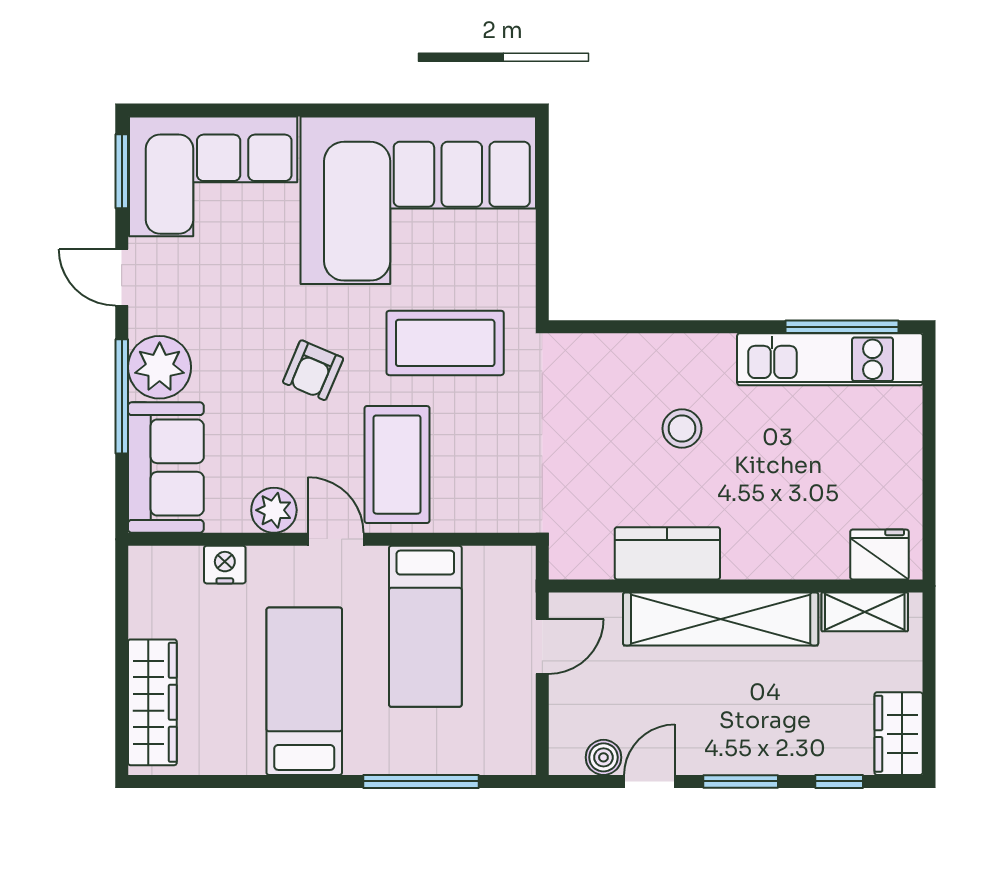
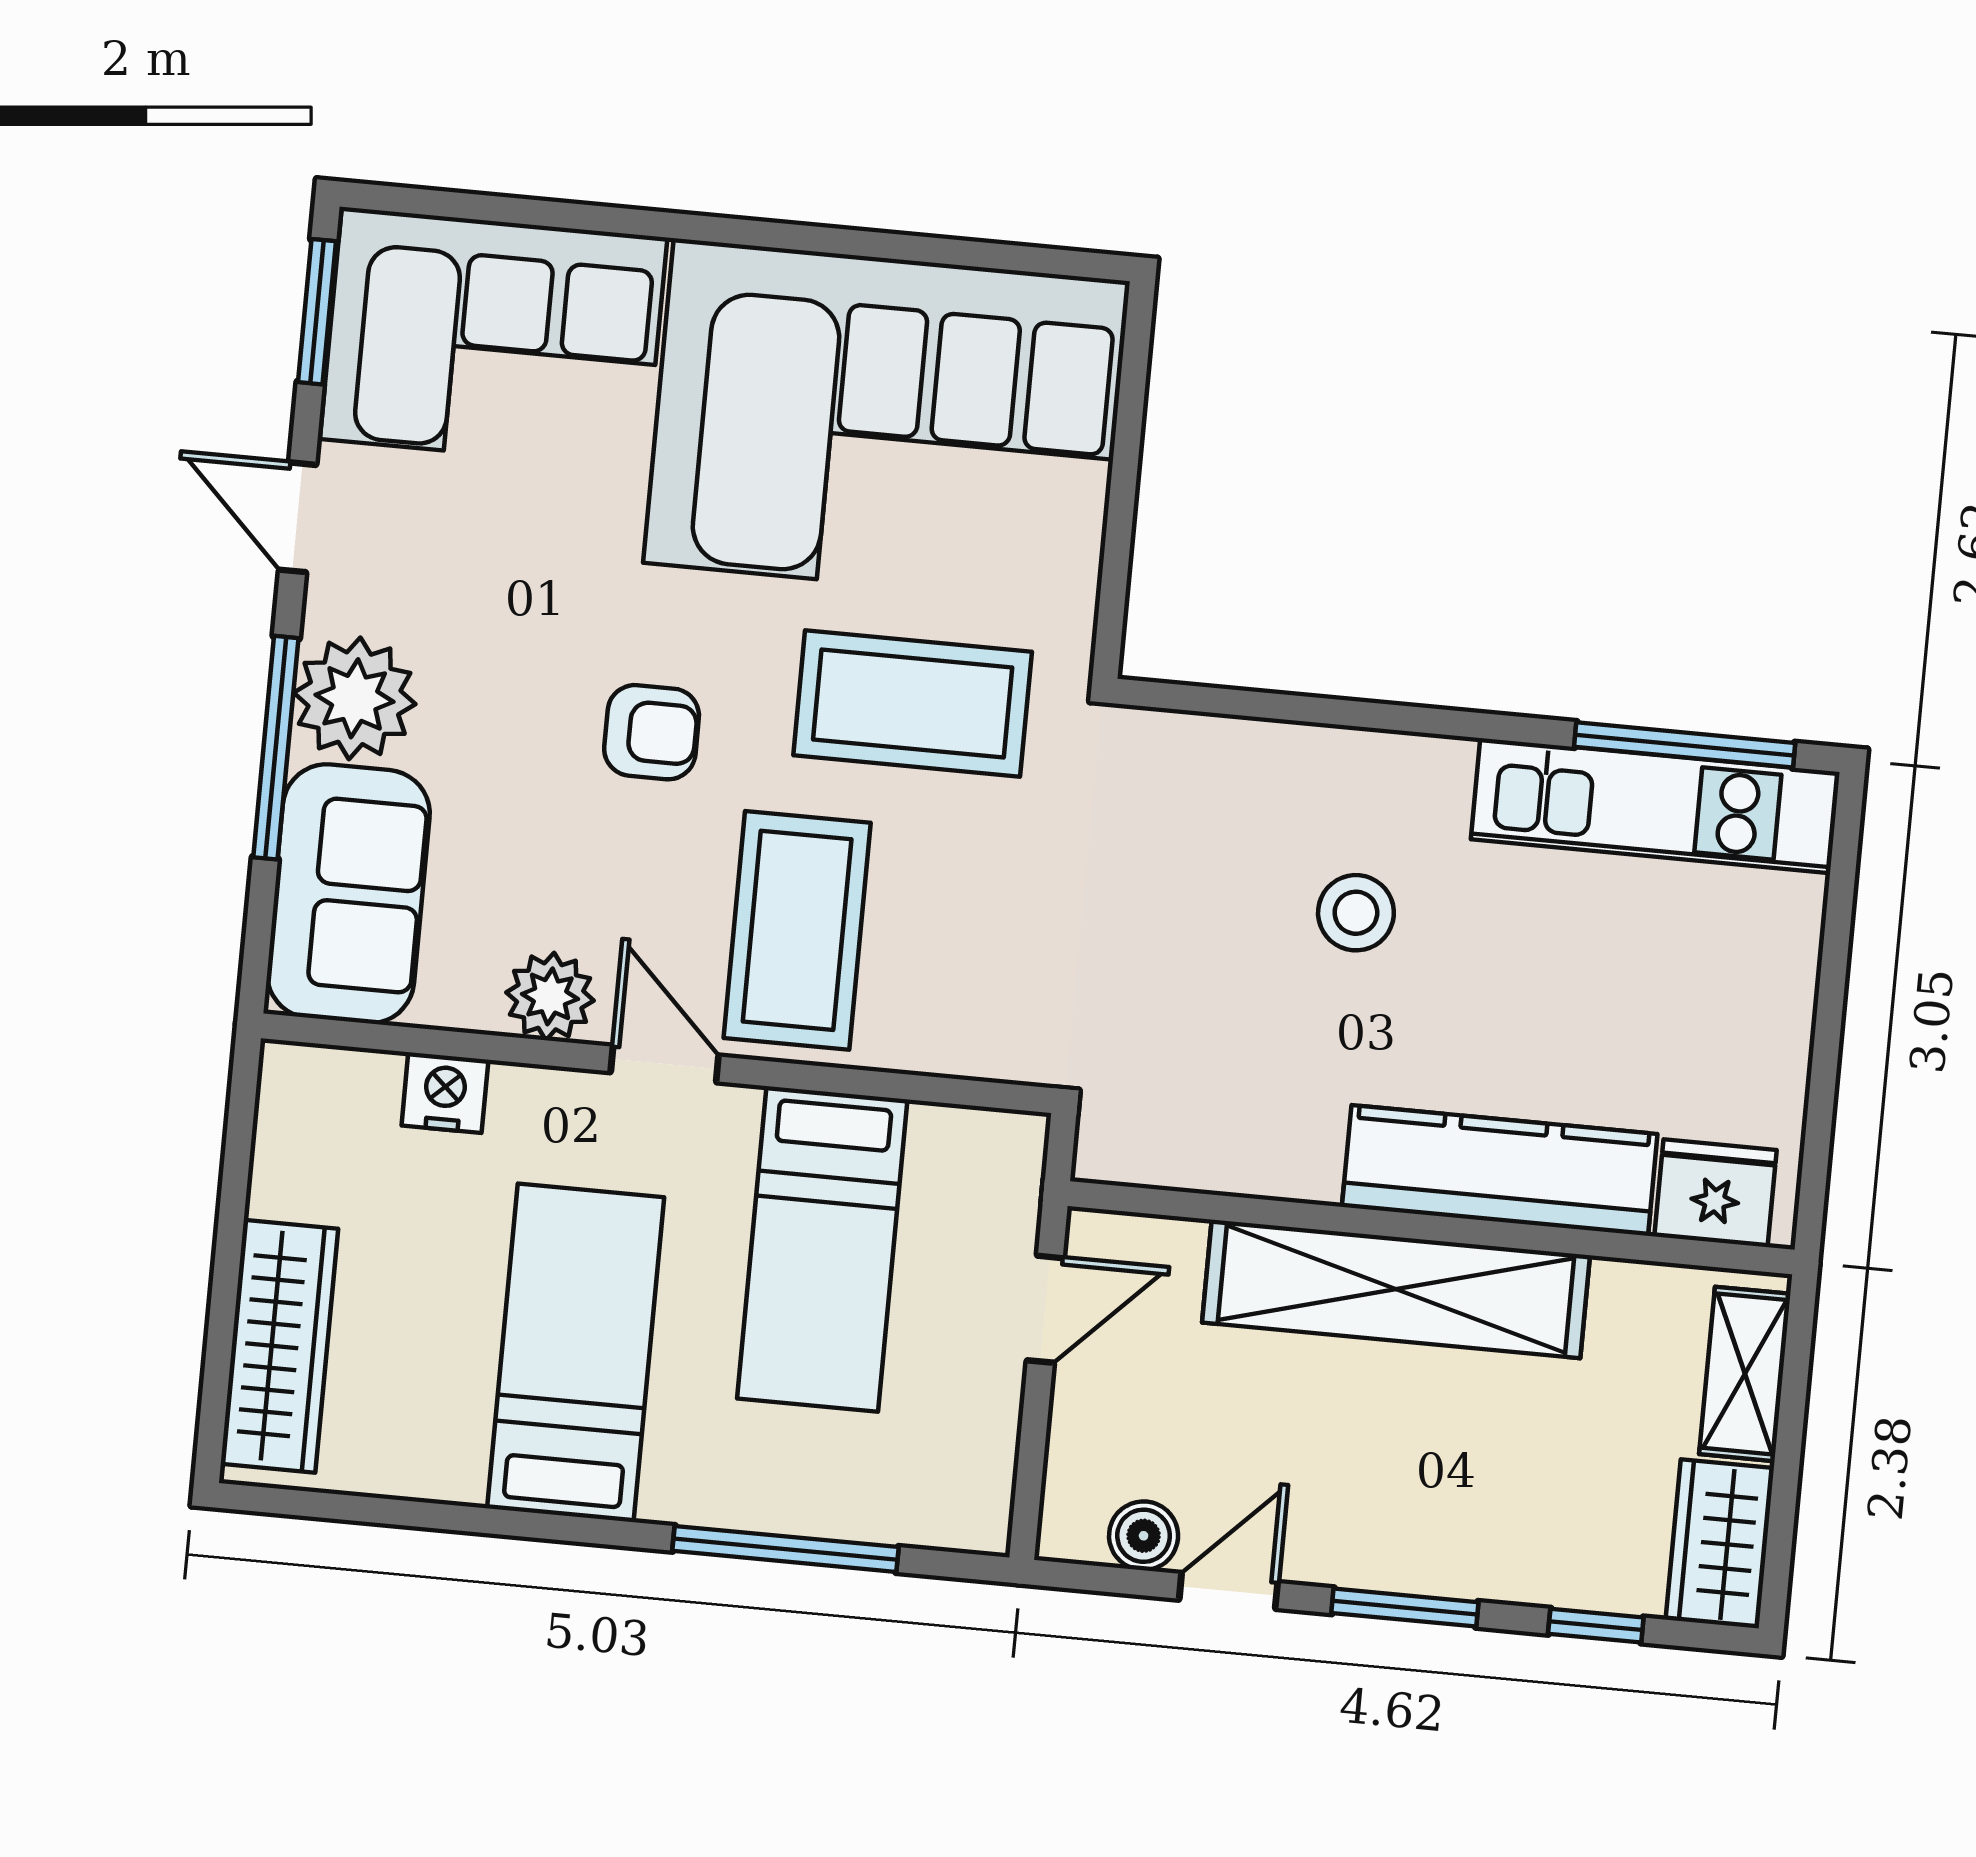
armchair: (313, 370) -> (652, 732), turned -113
kitchen counter: (667, 553) -> (1500, 1170), moved, width x1.50
shelving: (865, 612) -> (1745, 1374), moved, turned 90

